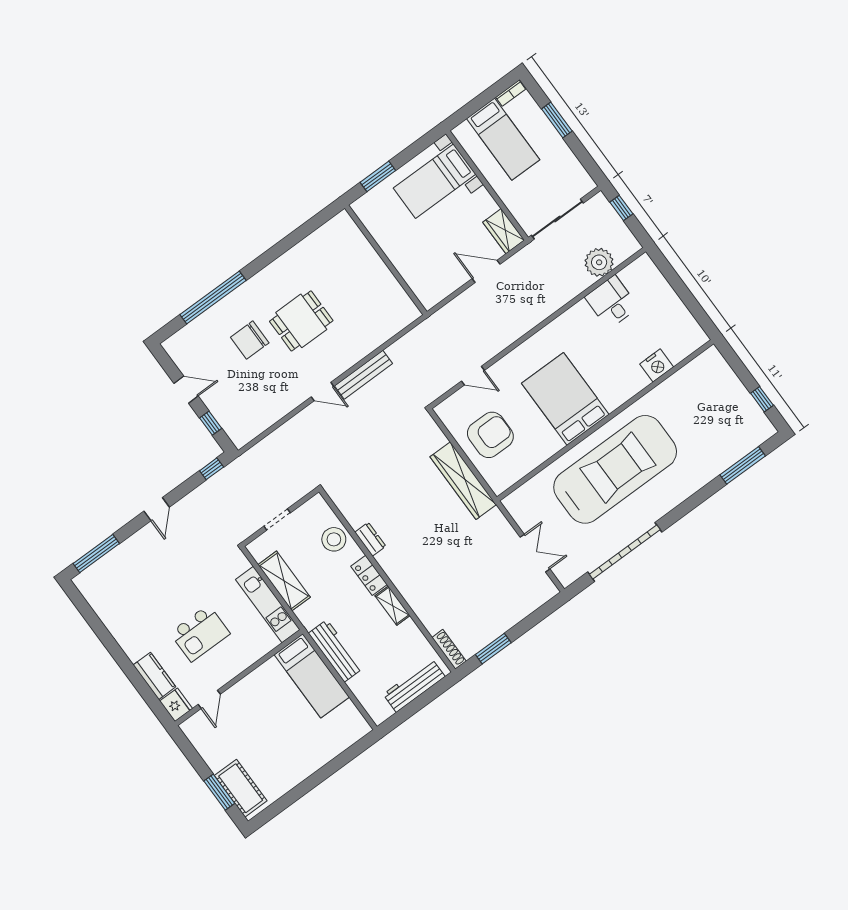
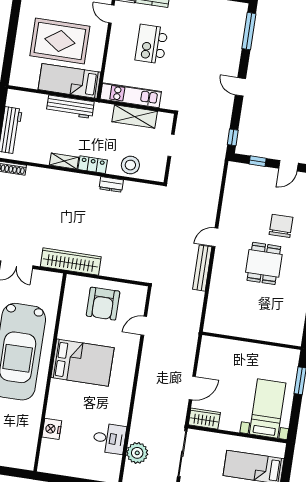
wardrobe: (463, 481) -> (71, 262), moved
rug: (283, 722) -> (60, 41), added

